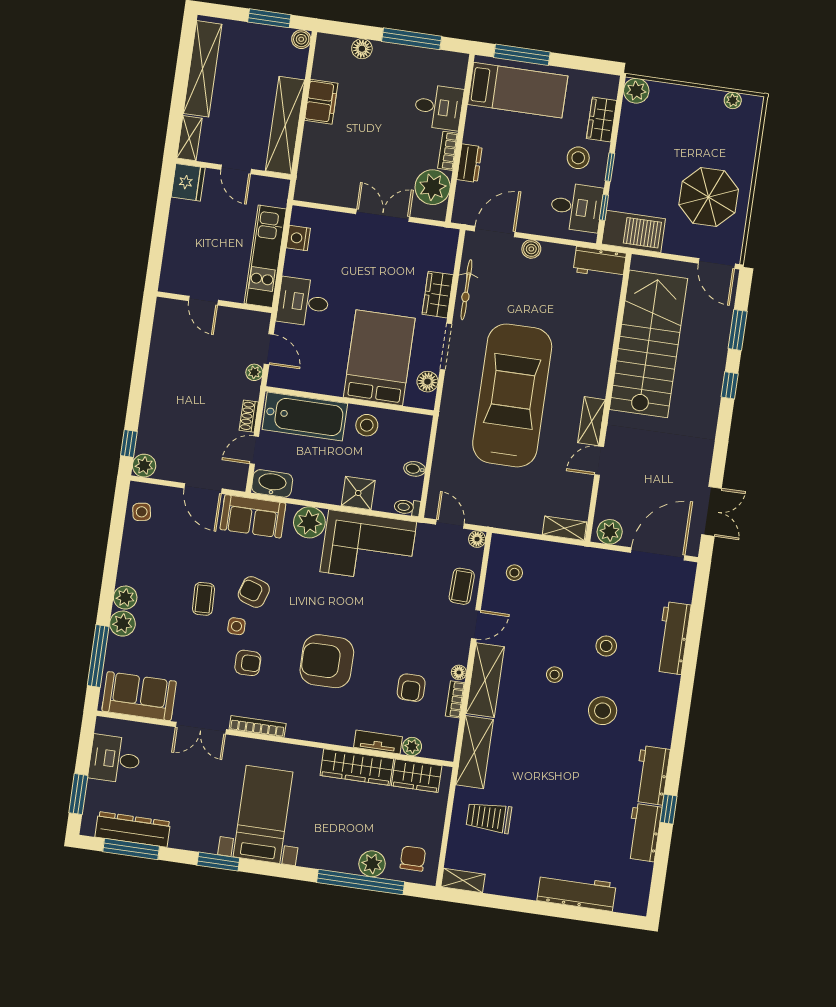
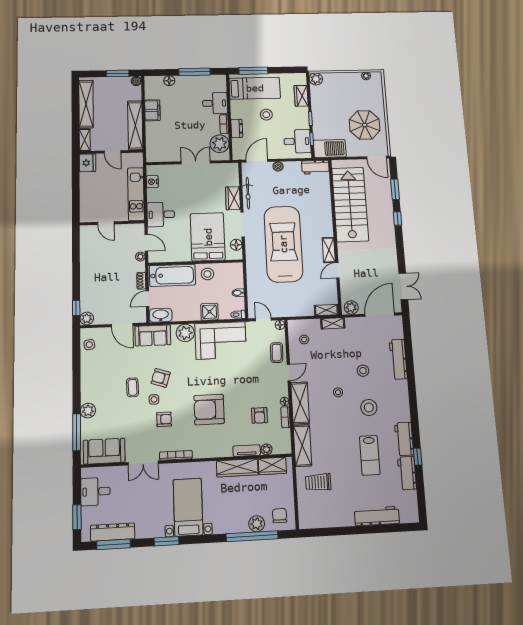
stool: (578, 158) -> (266, 115), moved
plant: (125, 598) -> (87, 395), removed
lab bench: (586, 791) -> (370, 455), added
shelving: (463, 881) -> (333, 323), moved

